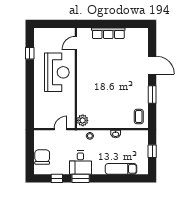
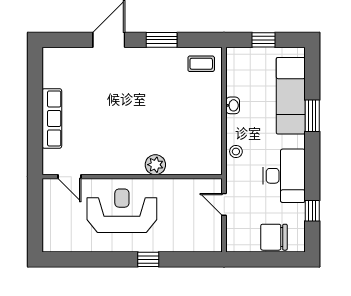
window: (30, 53) -> (148, 259), moved
plant: (83, 120) -> (155, 165), moved
desk: (80, 163) -> (284, 176), width x1.37
exam couch: (121, 169) -> (291, 96), width x1.36, depth x1.45
window: (81, 178) -> (312, 116), moved

